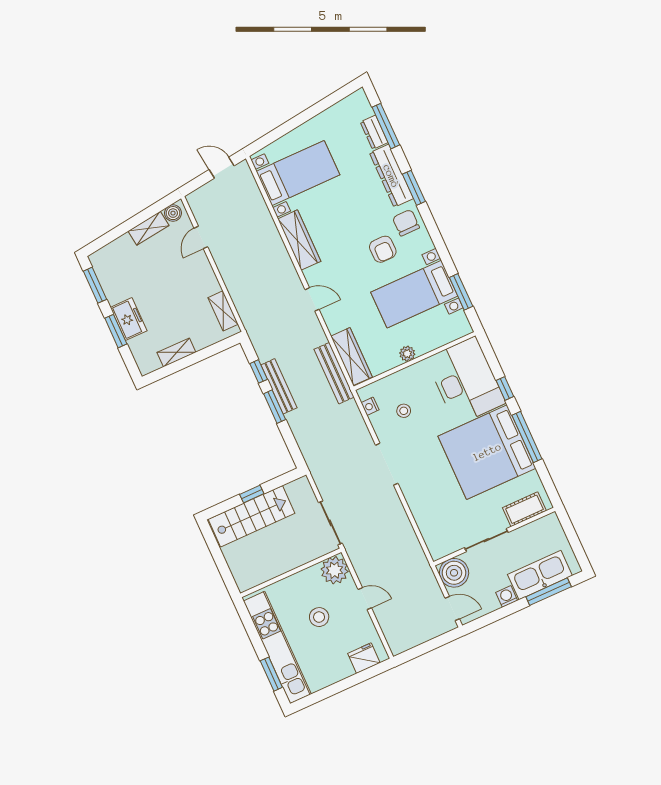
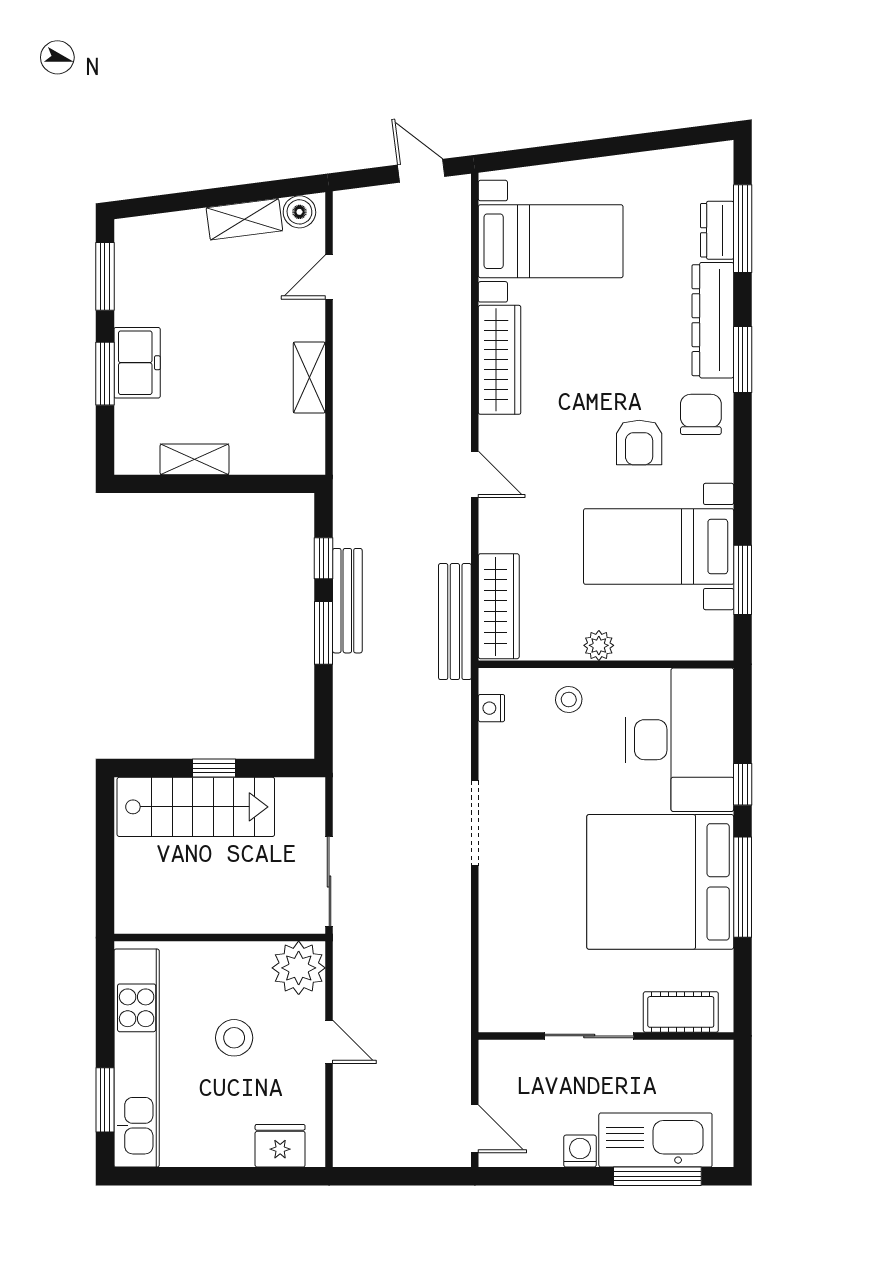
shelving: (223, 311) -> (309, 377), moved
stool: (404, 411) -> (569, 700), moved
boiler: (454, 573) -> (506, 1068), removed

